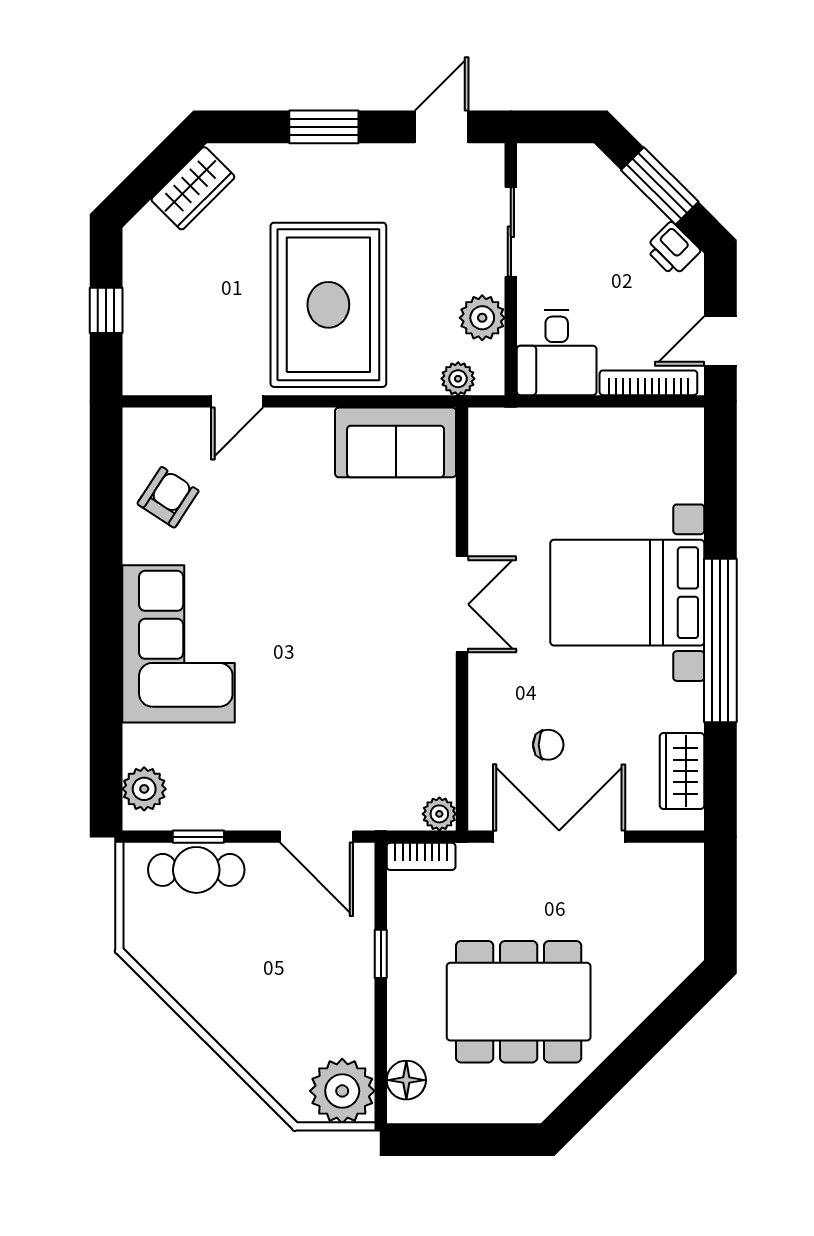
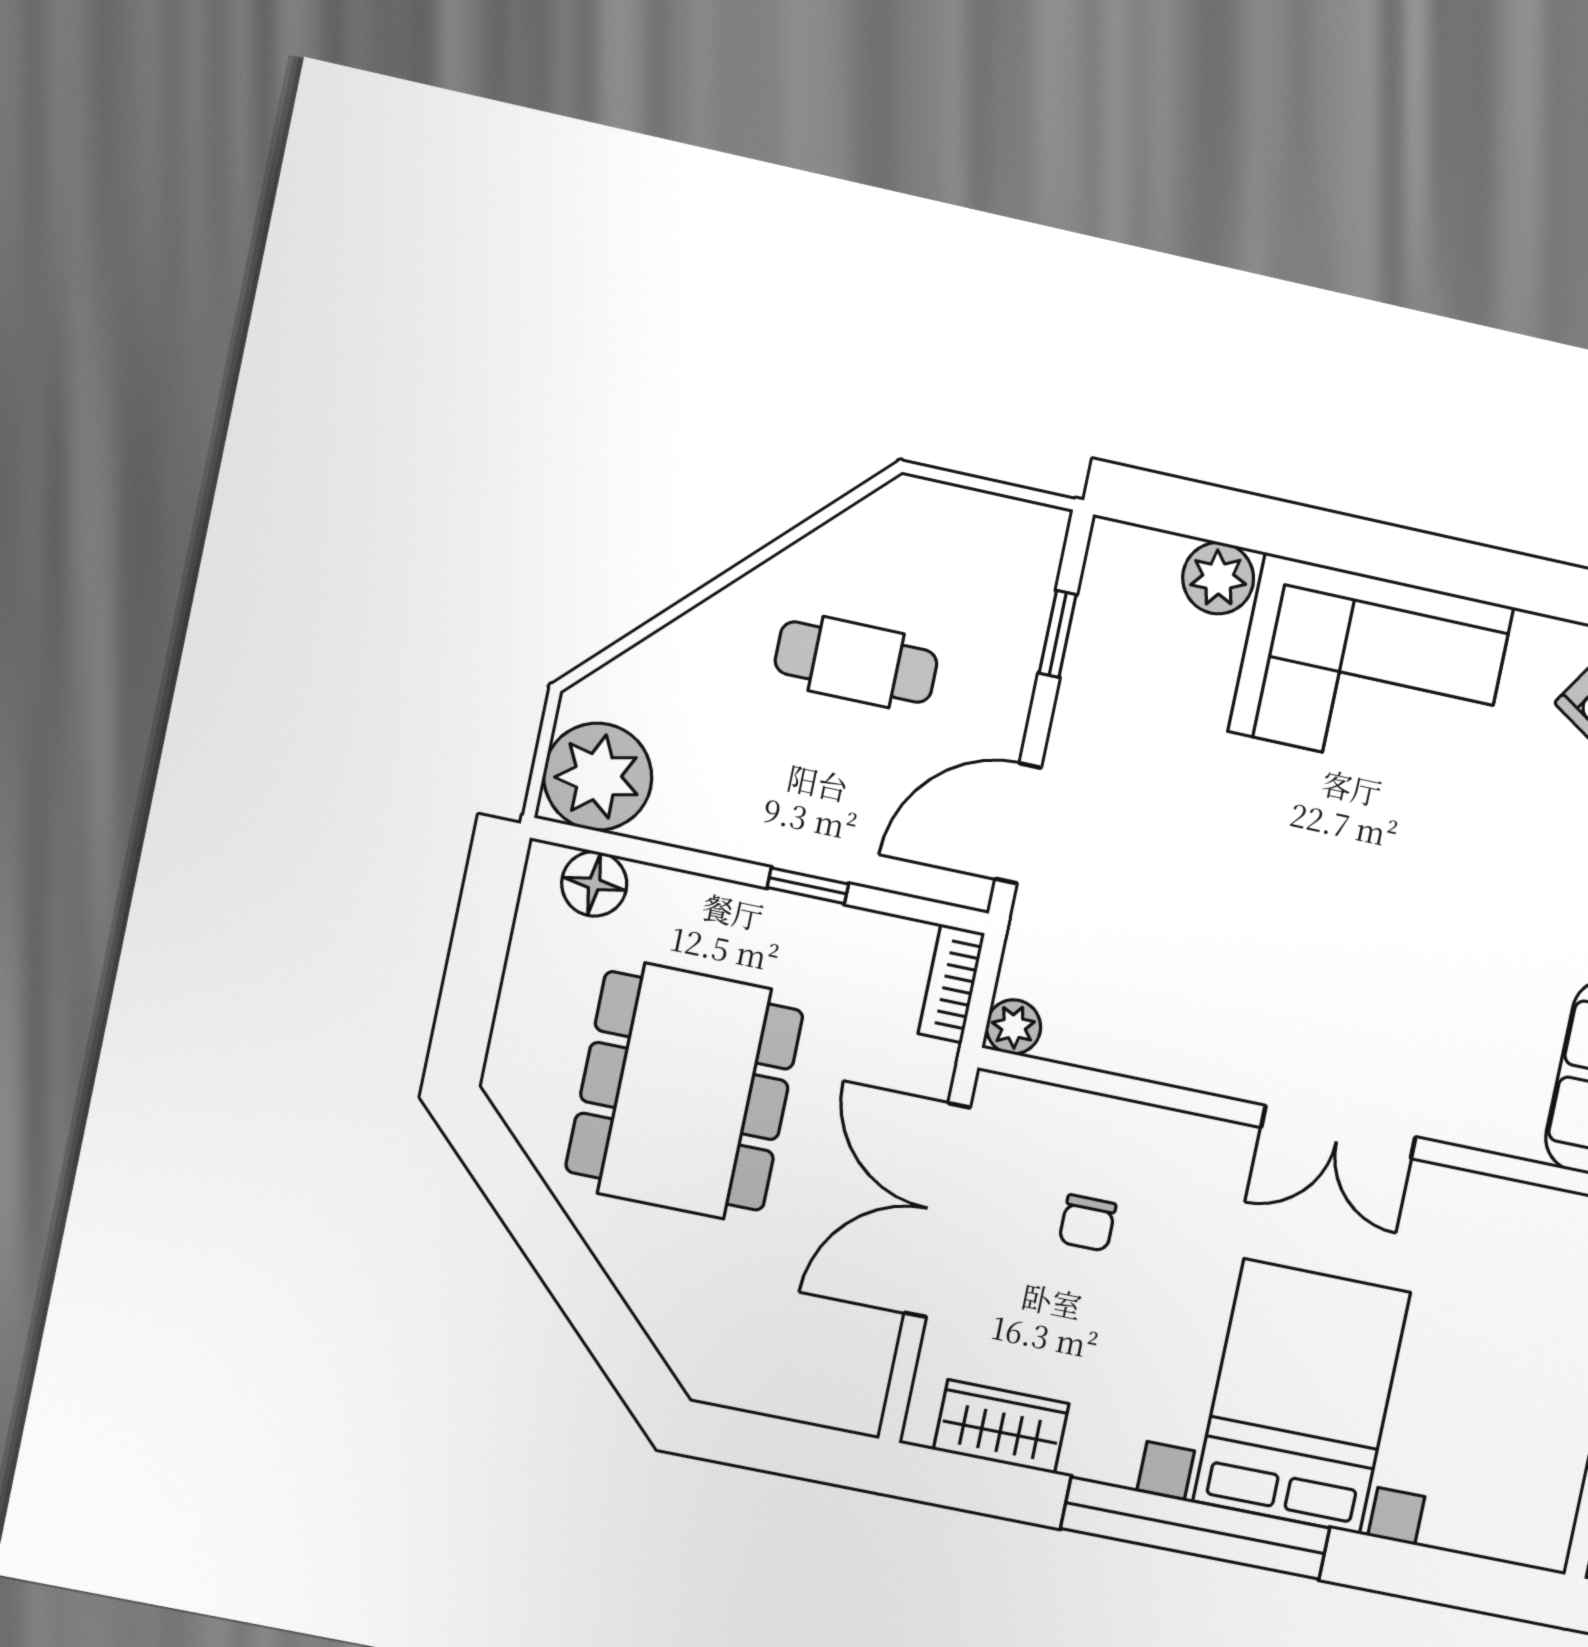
plant: (144, 789) -> (1218, 578), moved
double door: (559, 837) -> (937, 1210), swing flipped
cafe table: (196, 870) -> (856, 662), moved, turned 90

